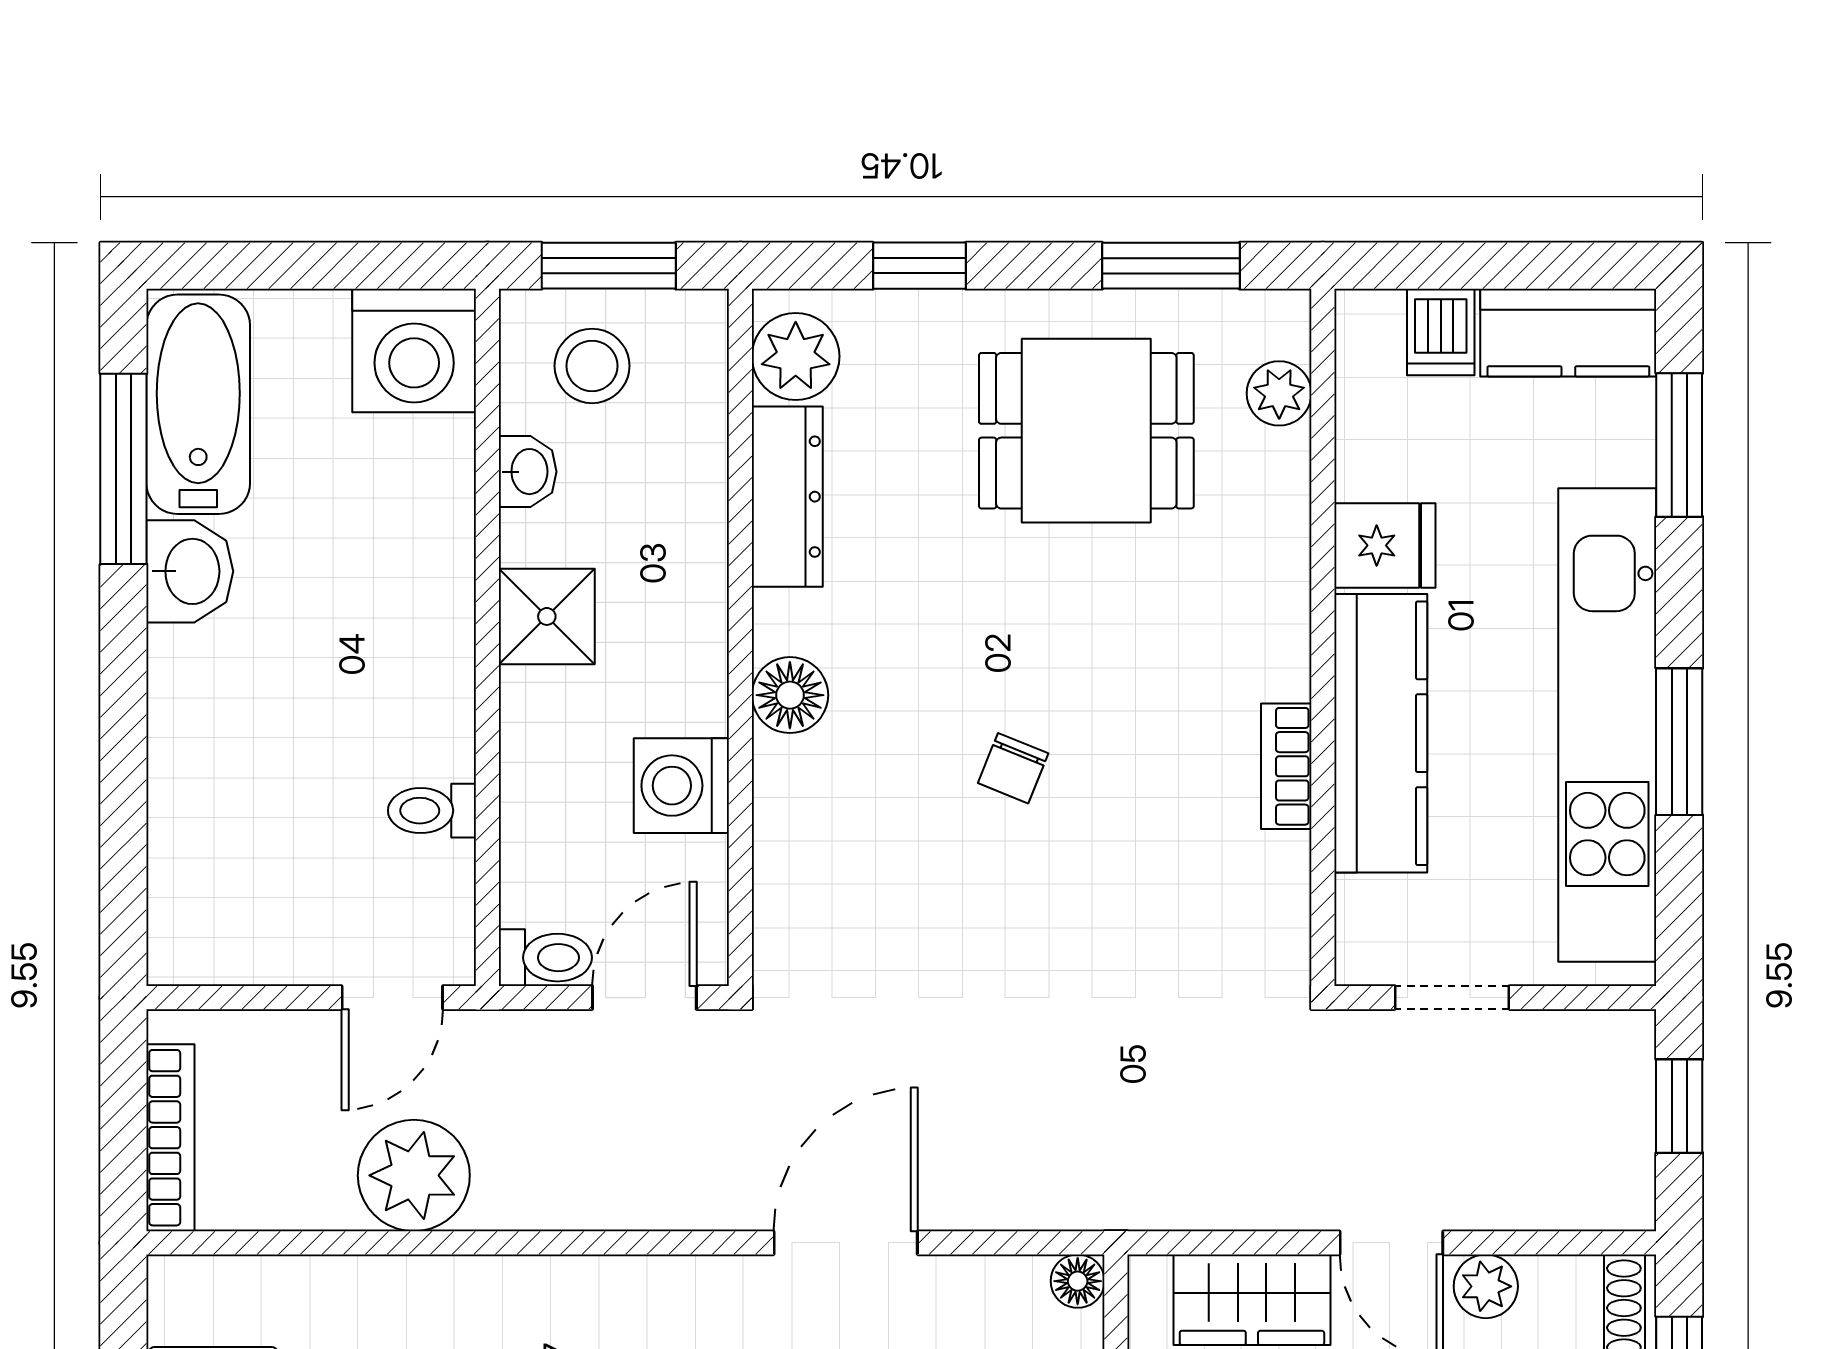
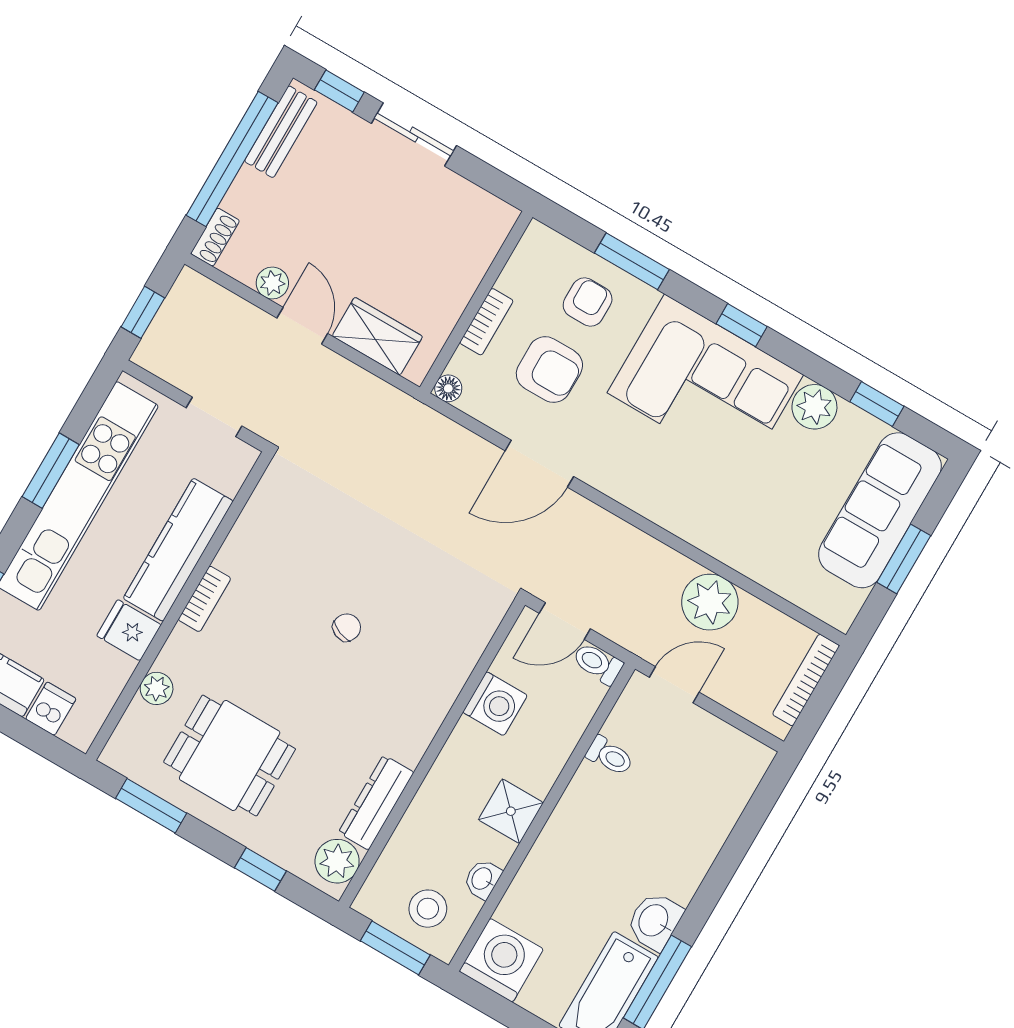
plant: (1279, 393) -> (157, 688), moved
floor lamp: (790, 695) -> (425, 716), removed
bookcase: (1286, 766) -> (205, 599), moved

